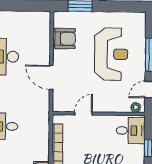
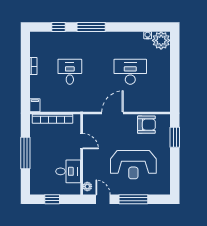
armchair: (65, 39) -> (146, 125), turned -90
desk: (131, 131) -> (68, 171), moved, turned -90

